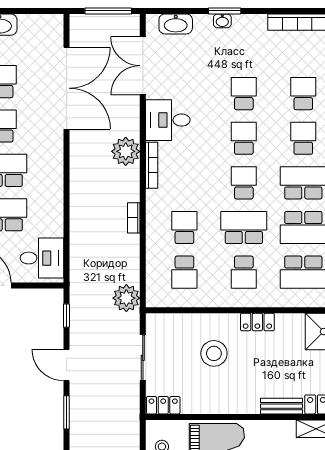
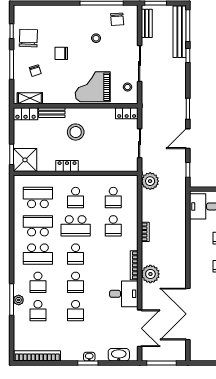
school desk: (184, 272) -> (113, 197), turned 180
school desk: (244, 272) -> (76, 197), turned 180
stool: (214, 353) -> (76, 132), moved
door: (67, 365) -> (188, 139), swing flipped

